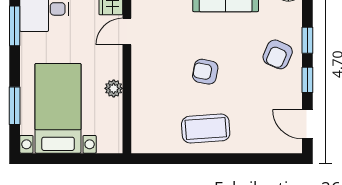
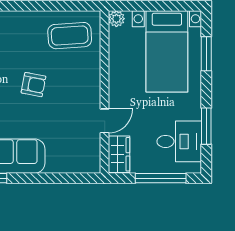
plant: (114, 88) -> (116, 19), moved
coffee table: (206, 129) -> (70, 36), moved

